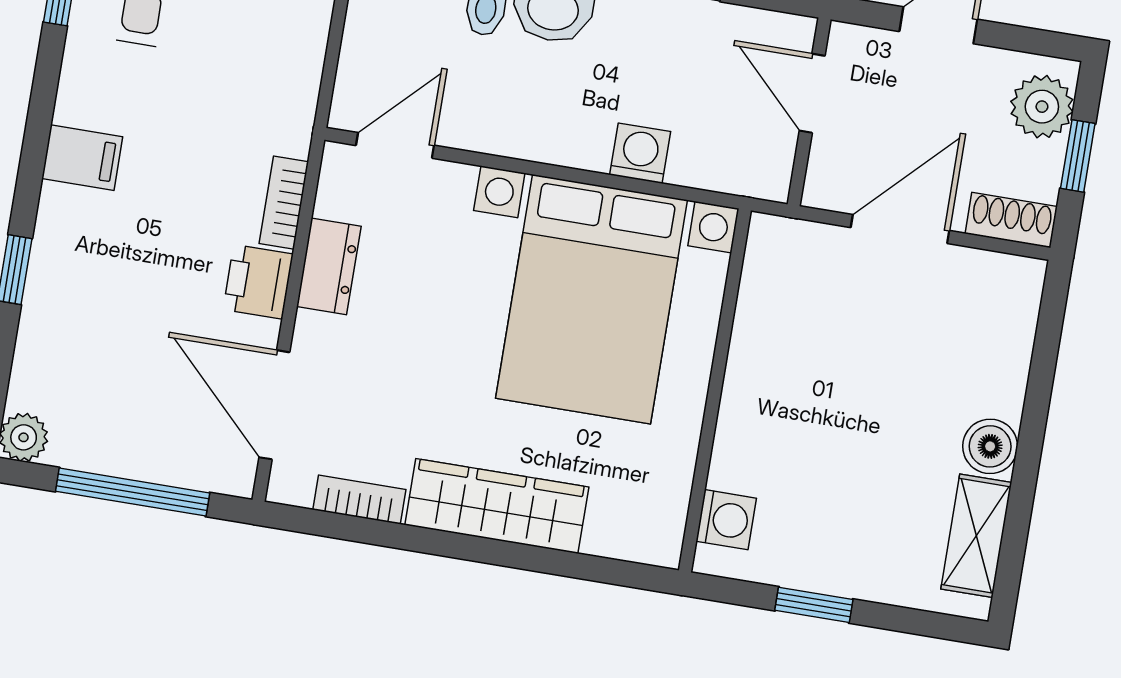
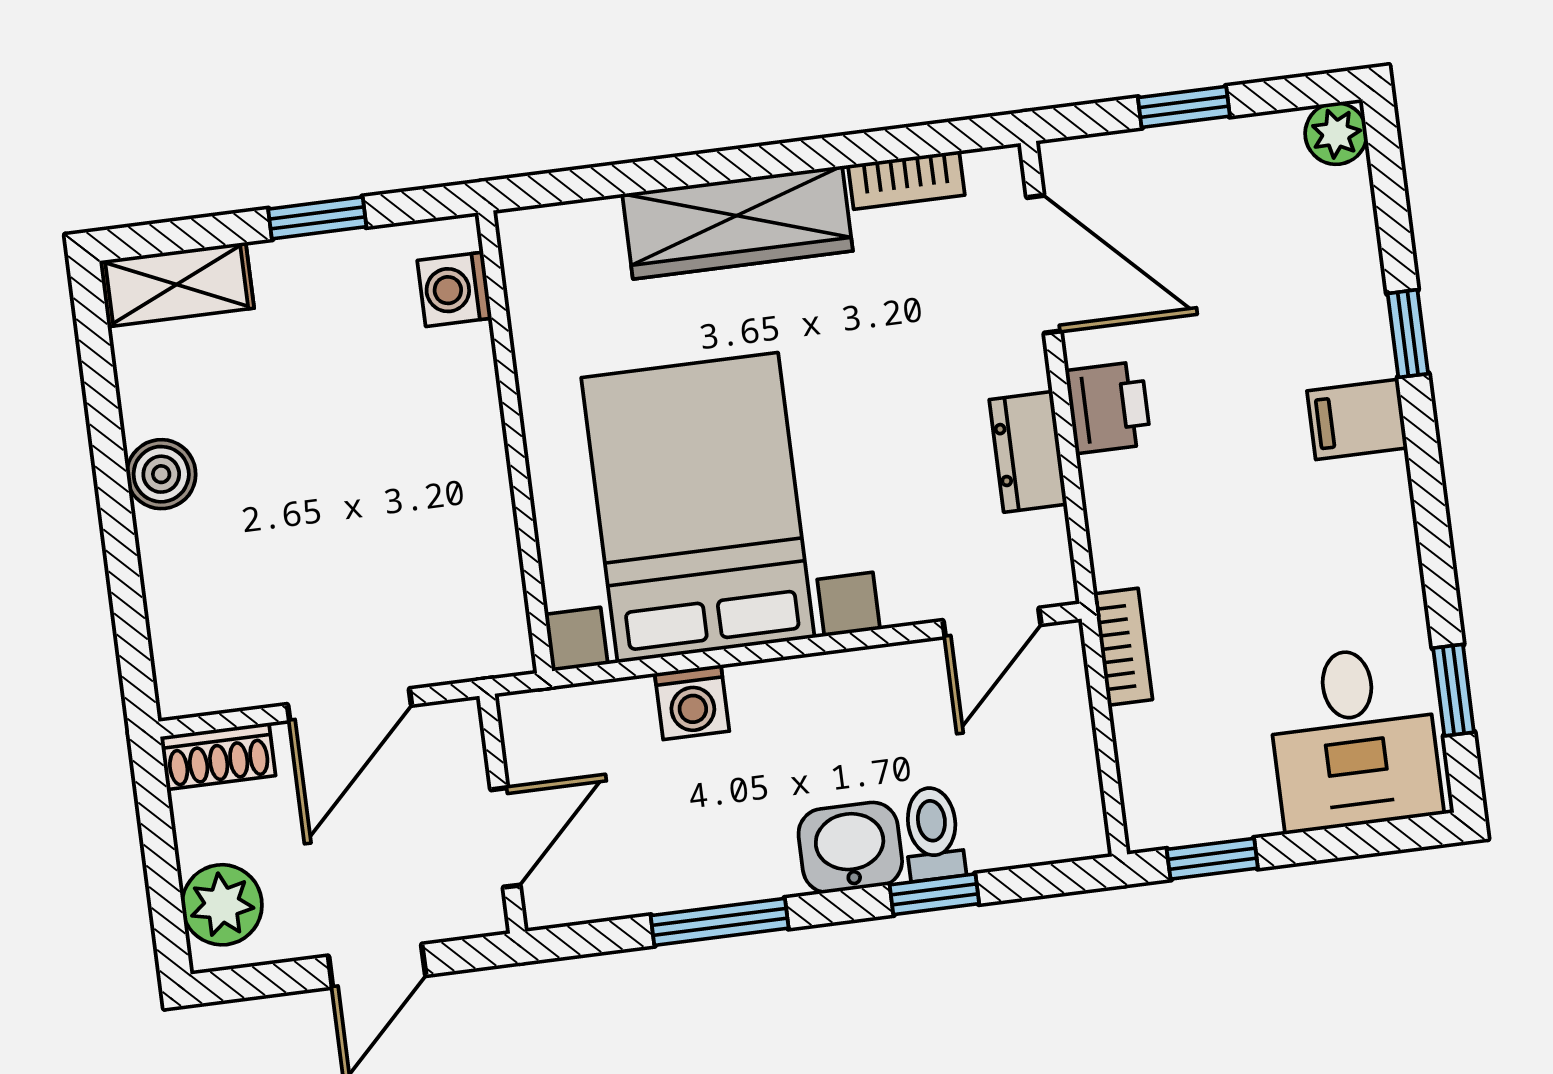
door: (812, 93) -> (505, 837), hinge flipped
window: (1078, 156) -> (160, 858), removed
filing cabinet: (82, 158) -> (1357, 419), moved
bookcase: (284, 203) -> (1123, 647), moved
window: (133, 492) -> (1184, 107), width x0.46
shelving: (976, 536) -> (177, 285), moved, turned 90

